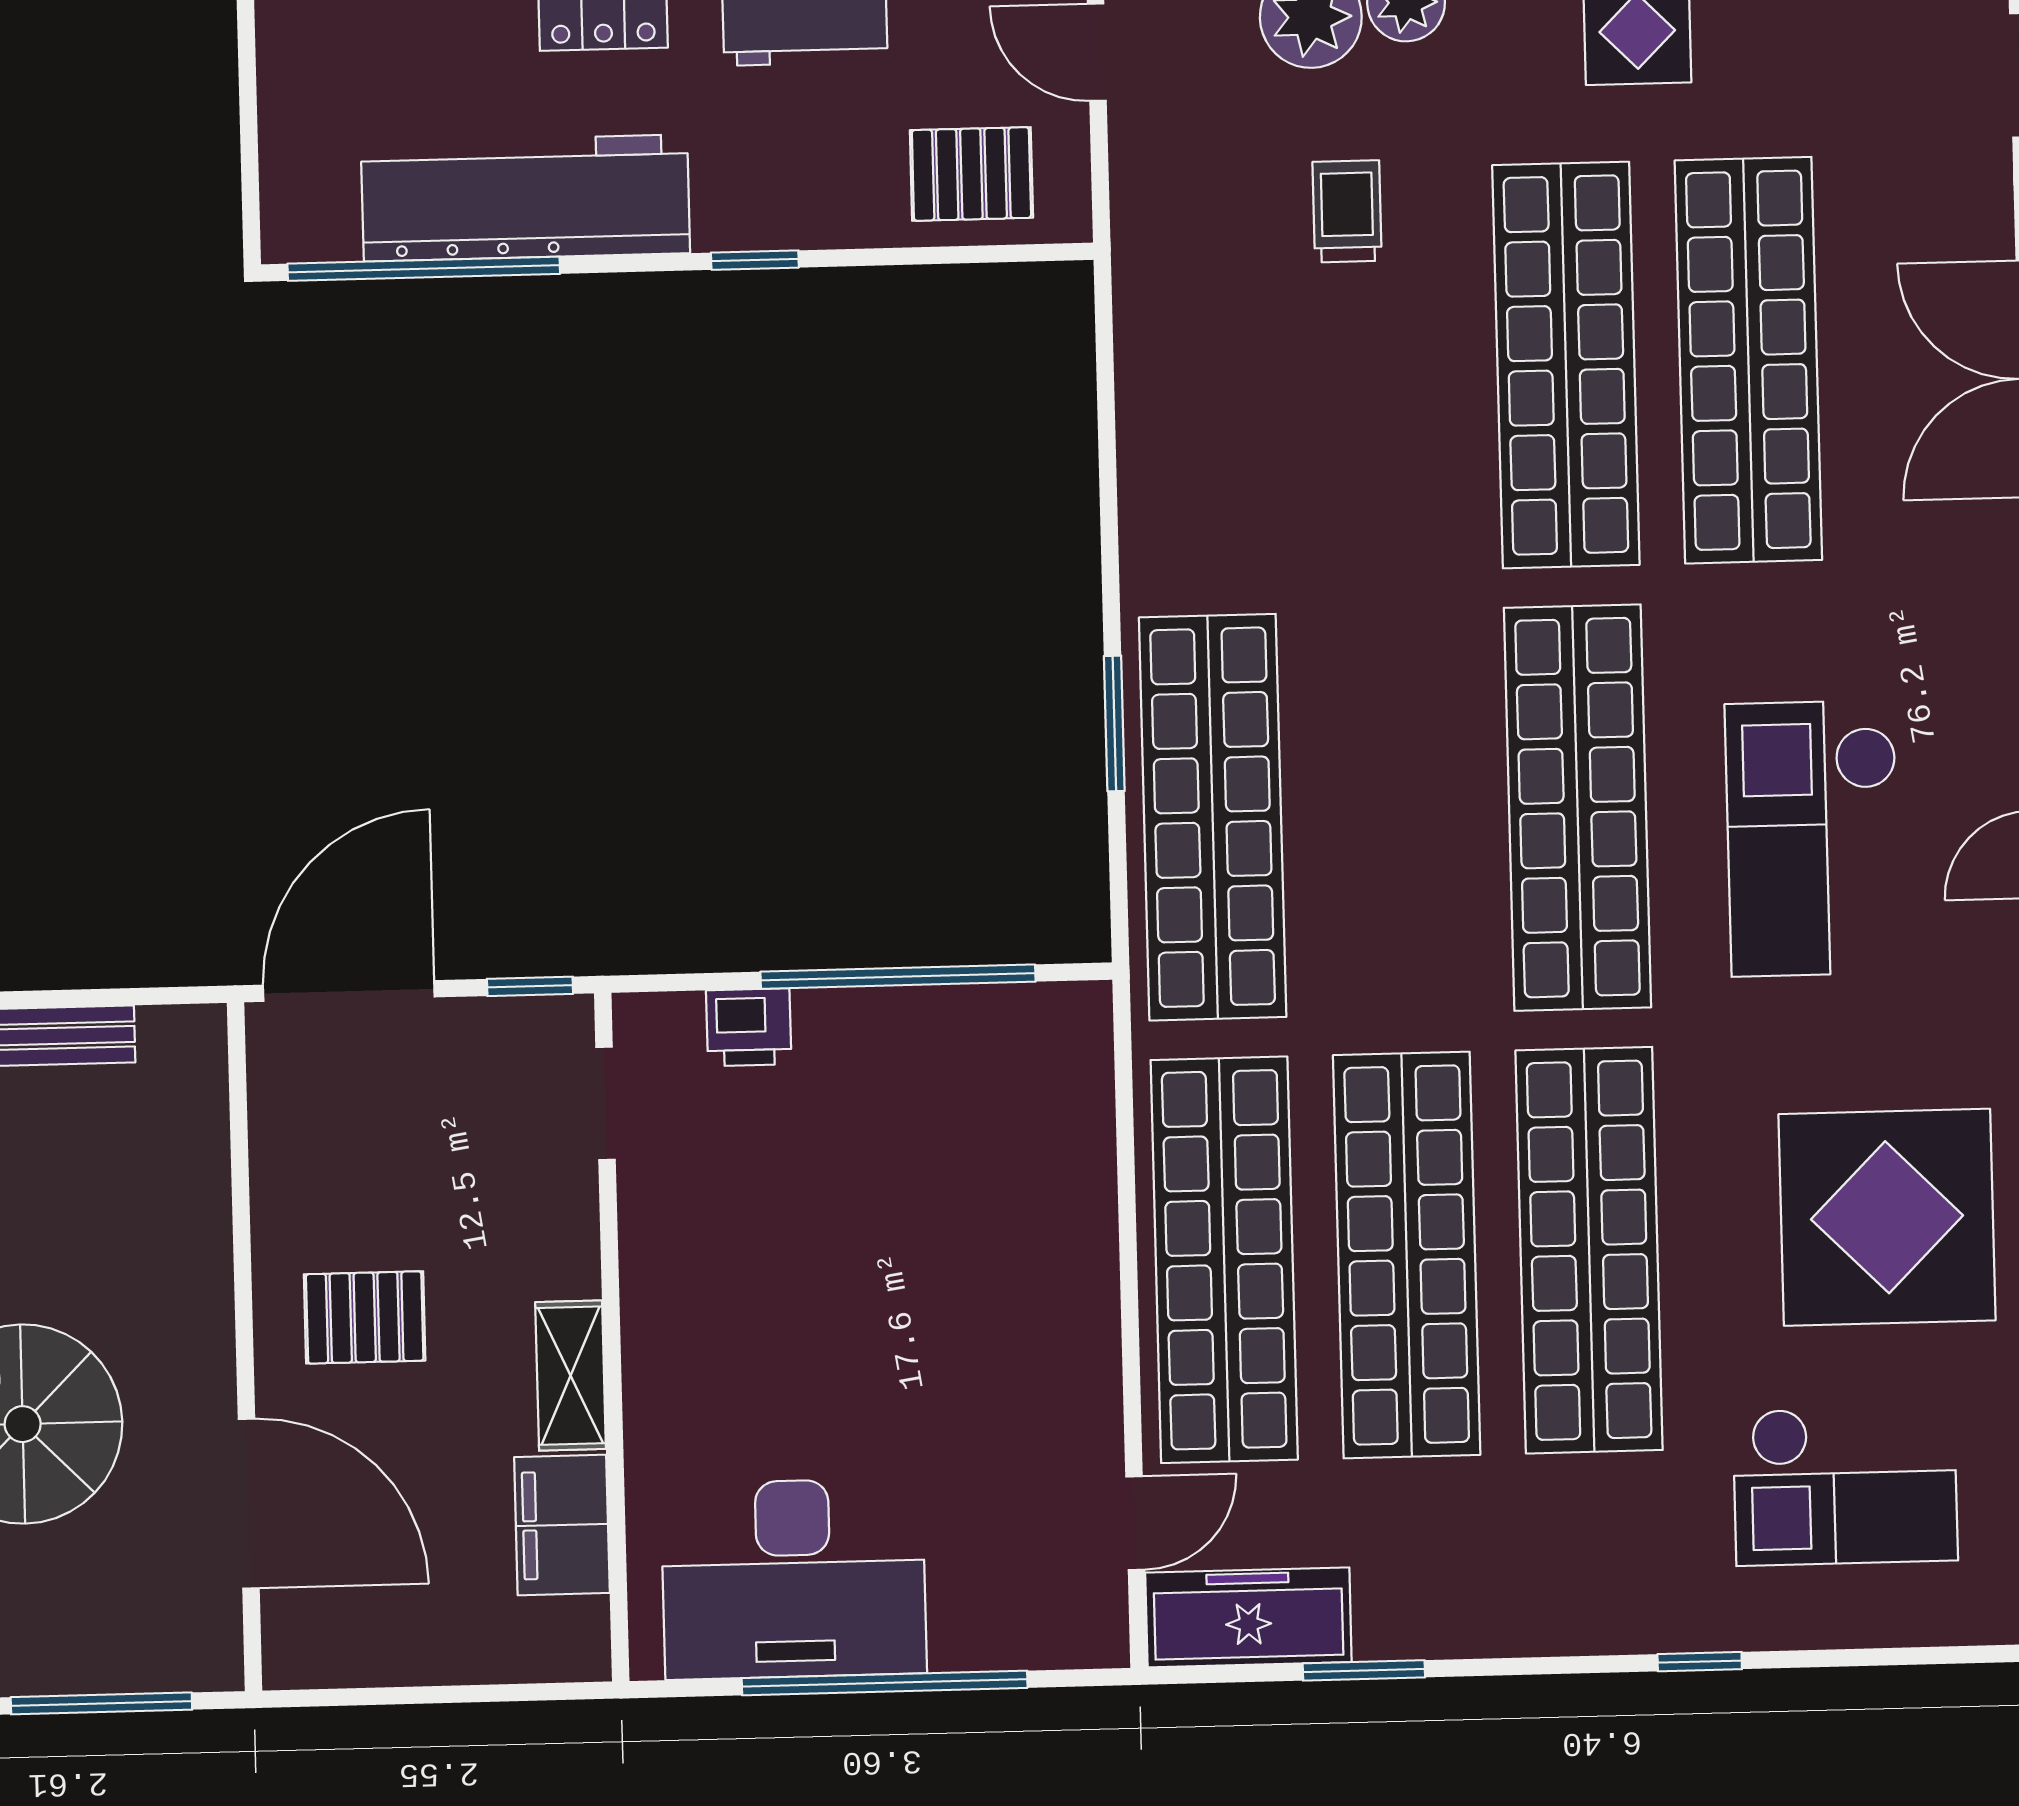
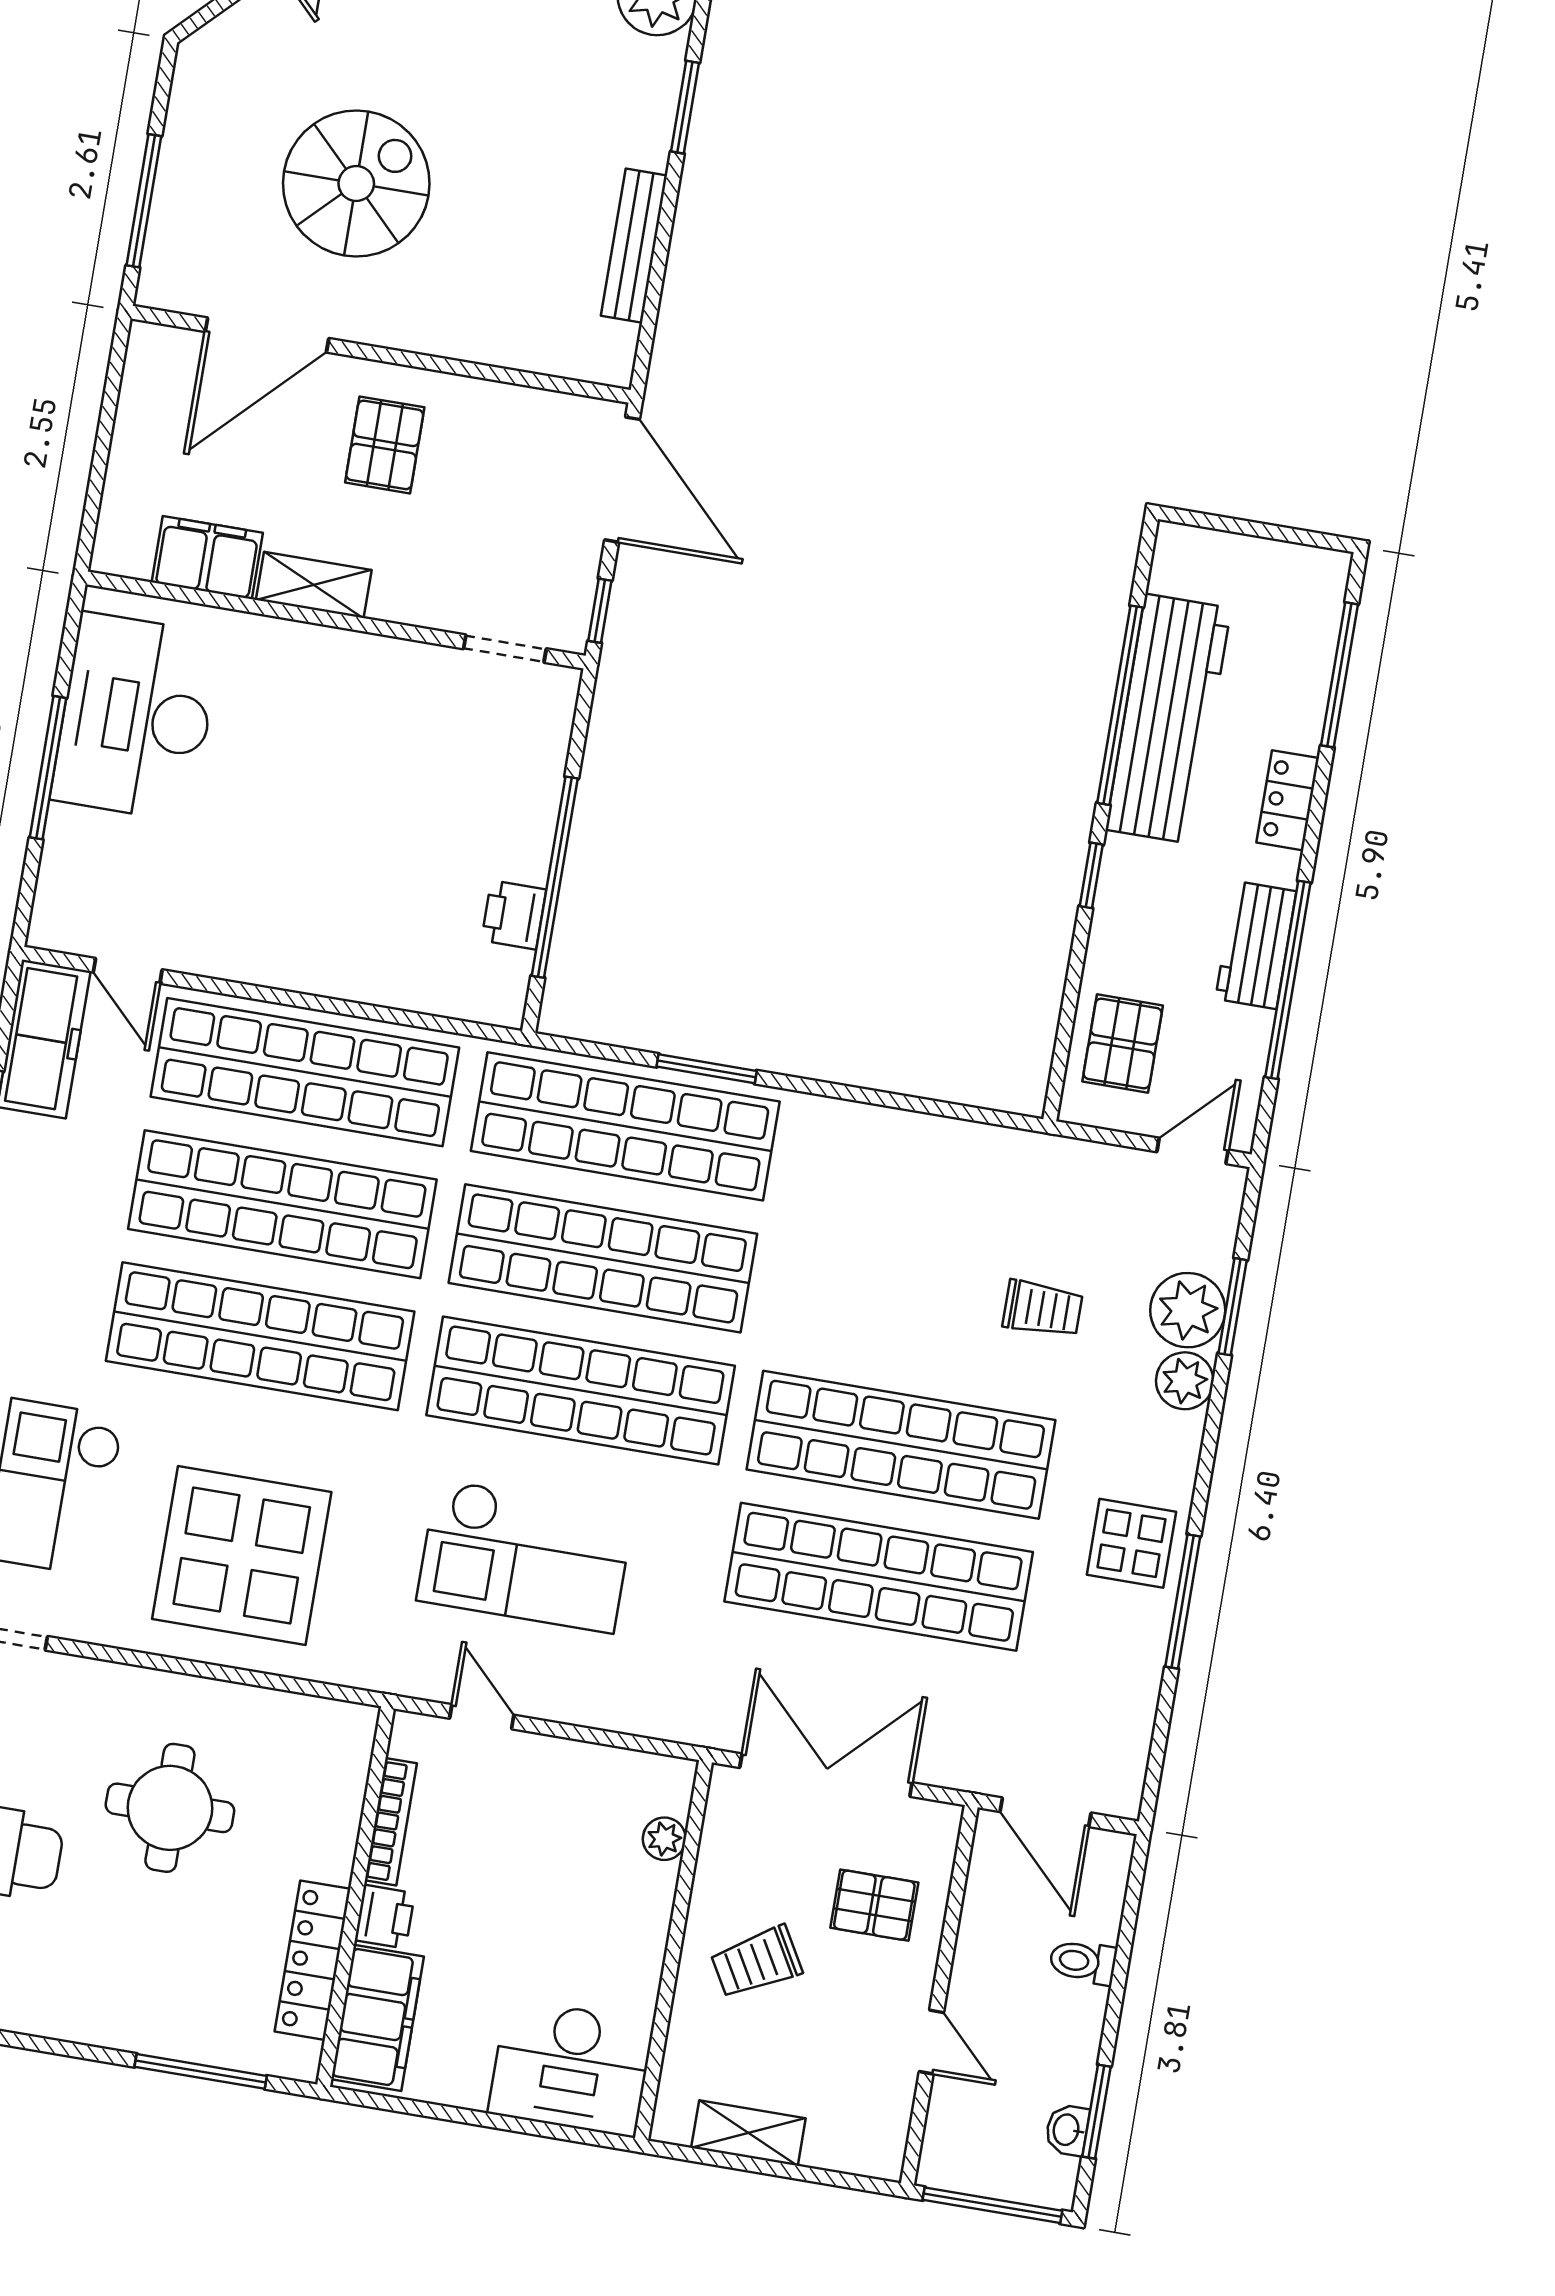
window: (424, 269) -> (1120, 705), moved
shop shelf: (1395, 812) -> (603, 1258), added
checkout: (1813, 838) -> (525, 1556), turned 180
printer: (749, 1027) -> (514, 915), moved
window: (885, 1683) -> (48, 768), width x0.68

